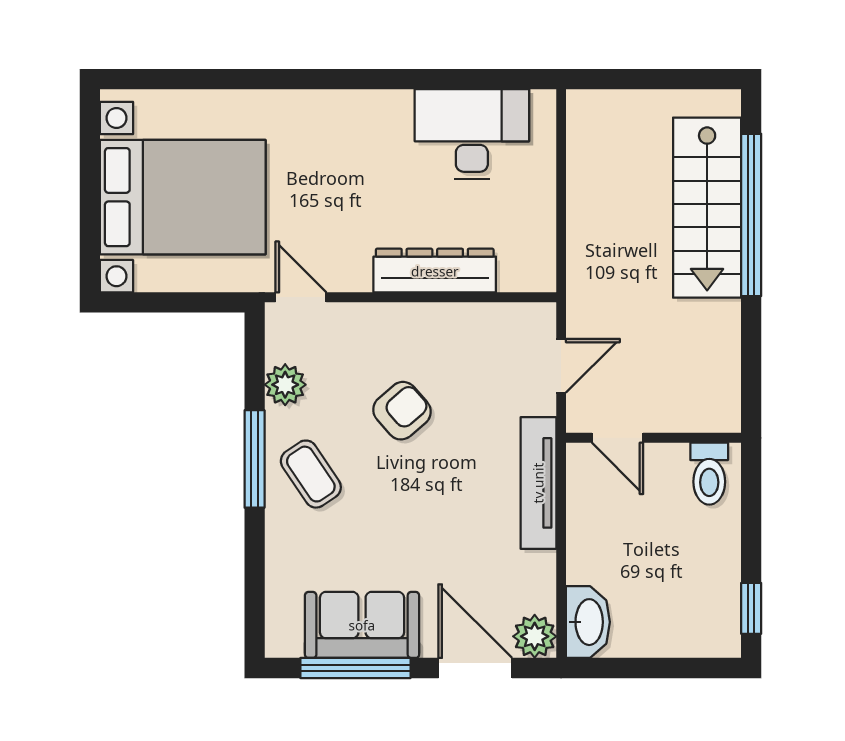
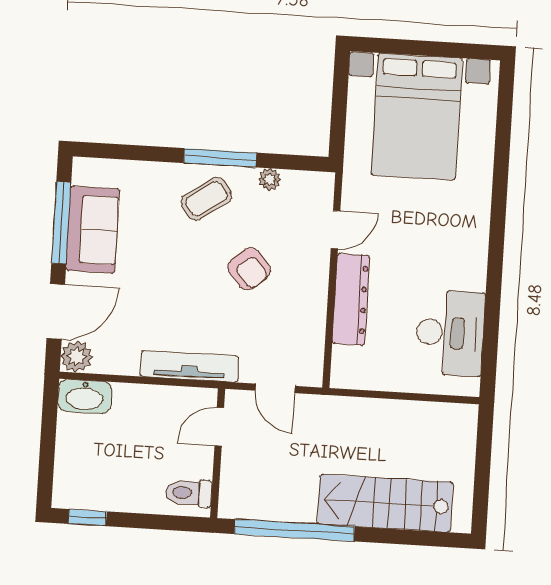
window: (751, 215) -> (294, 530), moved
door: (301, 297) -> (335, 230), moved
plant: (285, 385) -> (270, 179), width x0.73, depth x0.73

